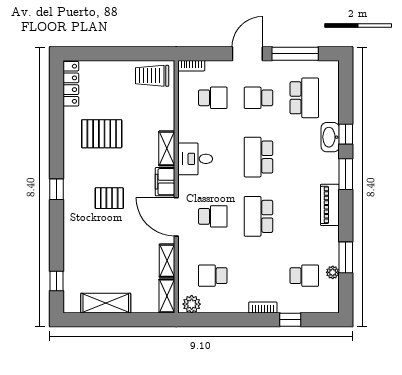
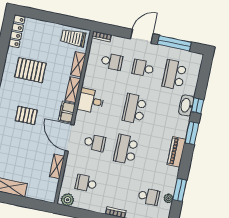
school desk: (304, 98) -> (174, 75), turned 180
shelving: (167, 296) -> (78, 64), moved

